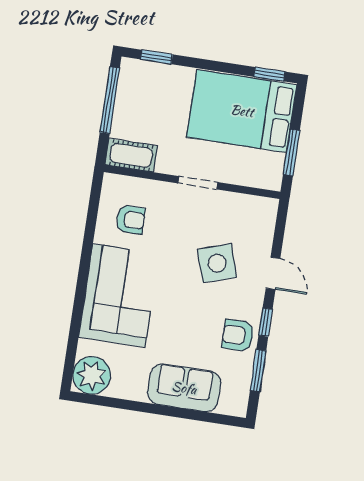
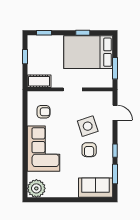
window: (270, 74) -> (83, 33), moved
window: (110, 100) -> (25, 57), width x0.46
door: (273, 273) -> (115, 113), moved
armchair: (238, 335) -> (89, 150), moved, turned -90
sofa: (184, 388) -> (96, 188), moved

